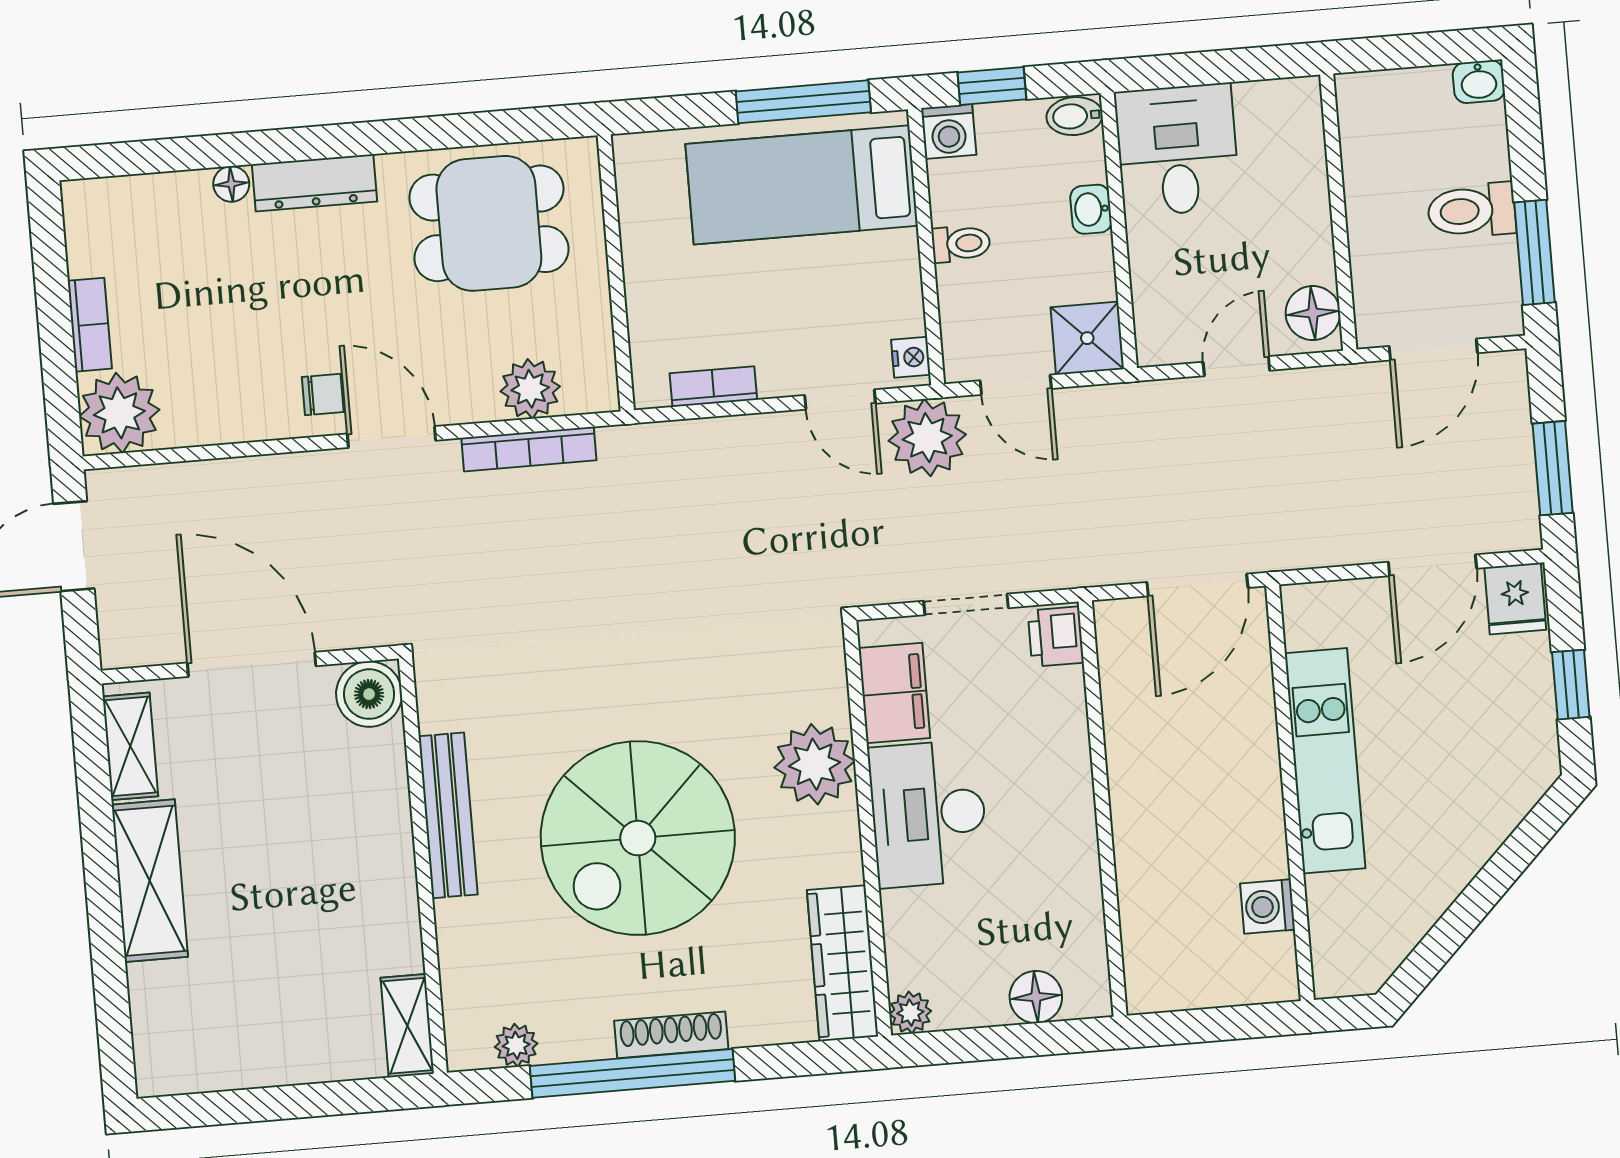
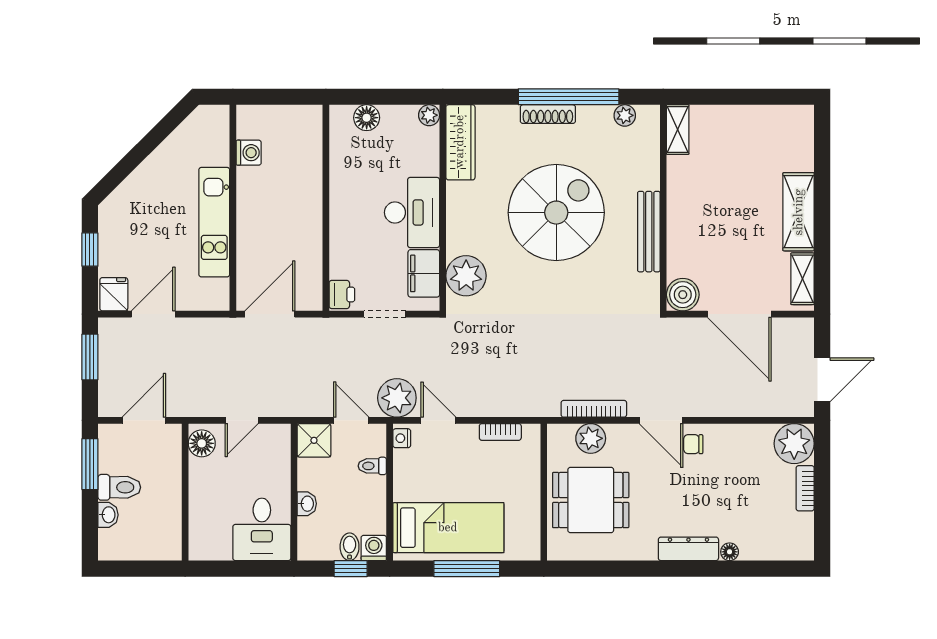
washbasin: (1479, 82) -> (108, 515), moved, turned 90
window: (803, 102) -> (467, 569), moved
bidet: (1075, 116) -> (350, 547), moved, turned -90
dining table: (489, 223) -> (591, 500), moved
toilet: (961, 244) -> (372, 466), moved
plant: (815, 764) -> (466, 276), moved

